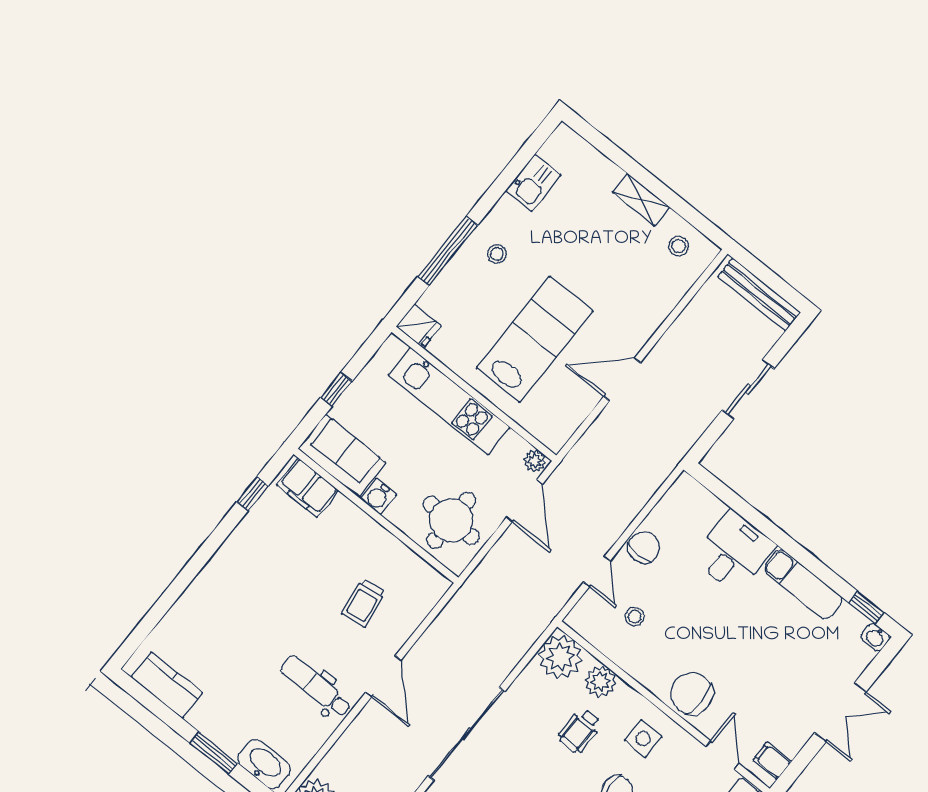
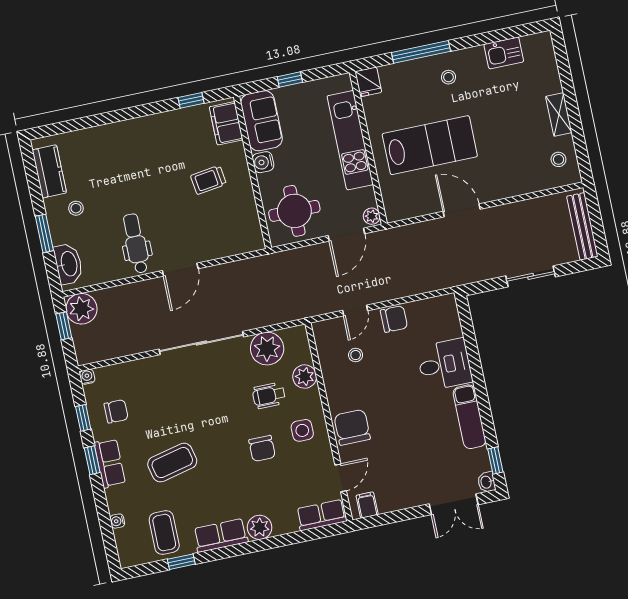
trolley: (363, 603) -> (209, 180), moved
plant: (560, 657) -> (267, 349), moved
stool: (225, 701) -> (76, 208), added
double door: (840, 712) -> (454, 504), moved

